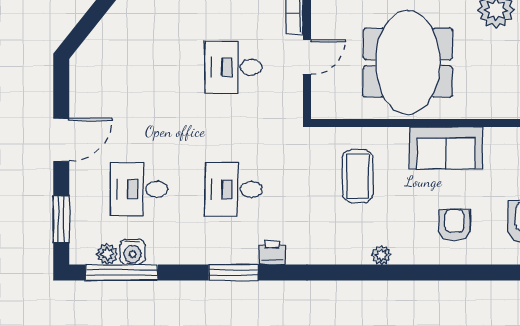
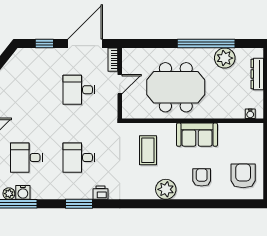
meeting table: (408, 63) -> (176, 87), turned 90
plant: (381, 255) -> (166, 189), width x1.87, depth x1.87

